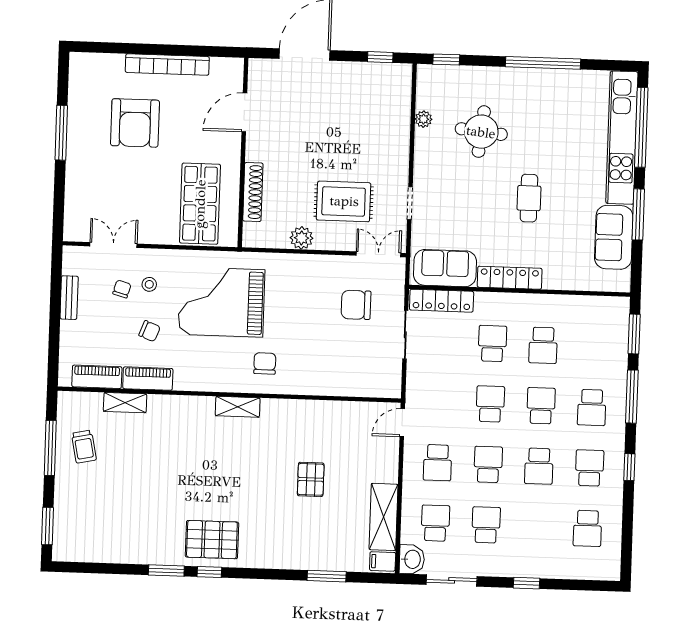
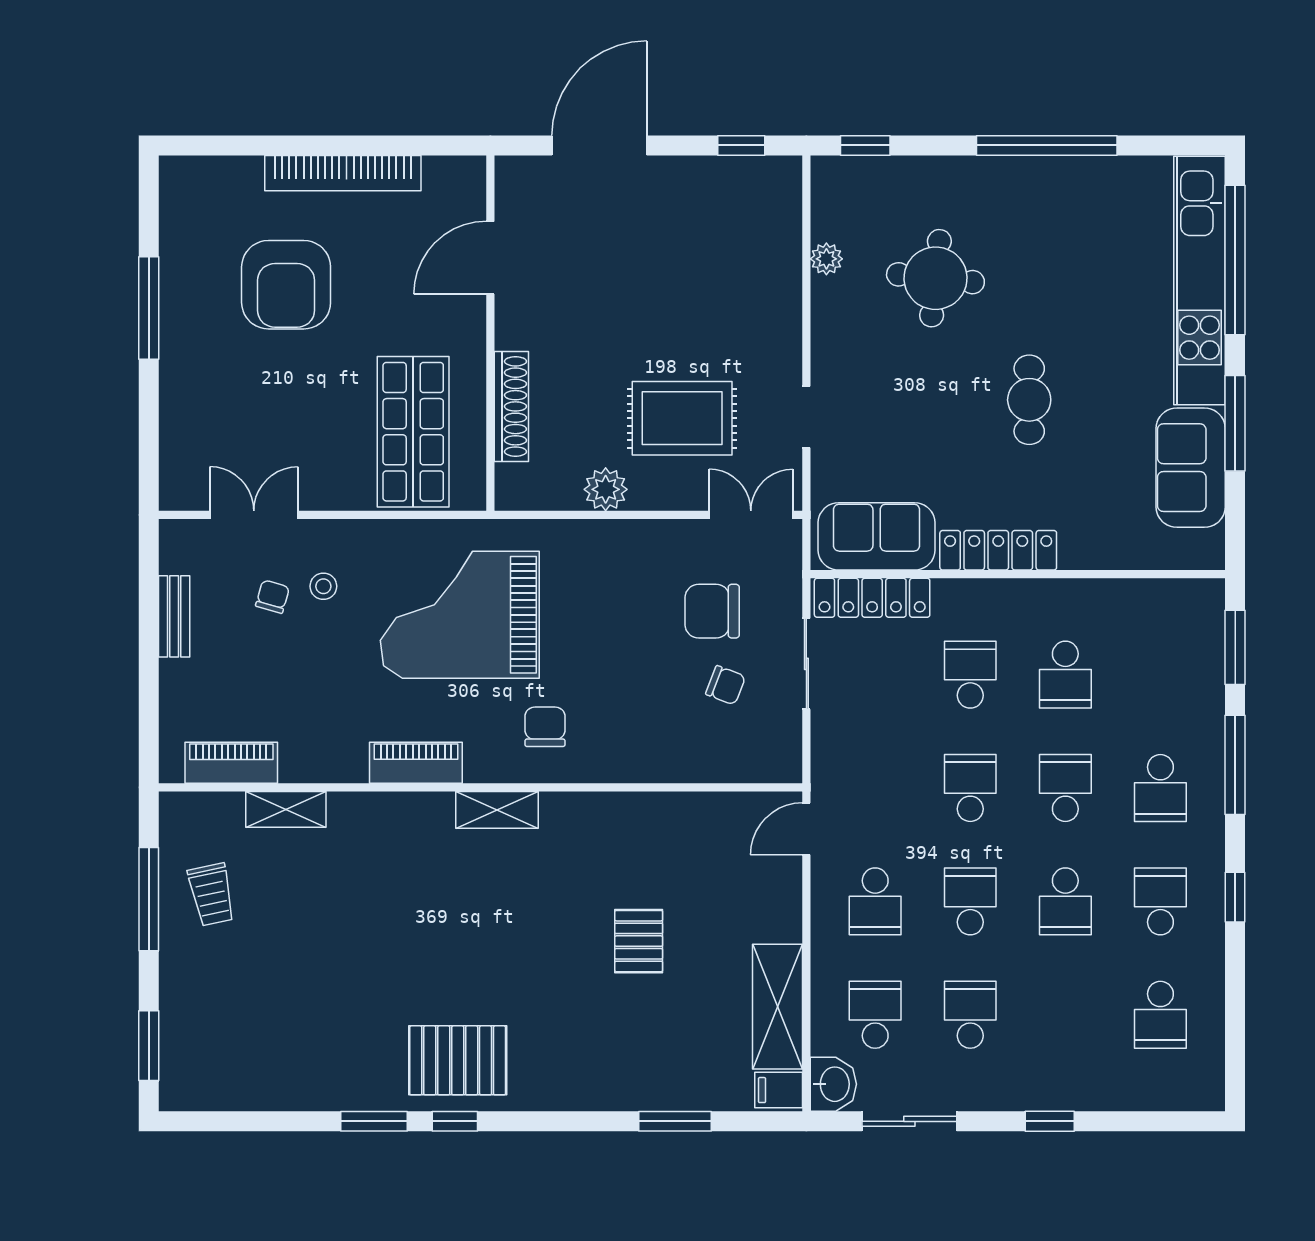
chair: (150, 331) -> (726, 685), moved
piano: (148, 379) -> (416, 763), moved

